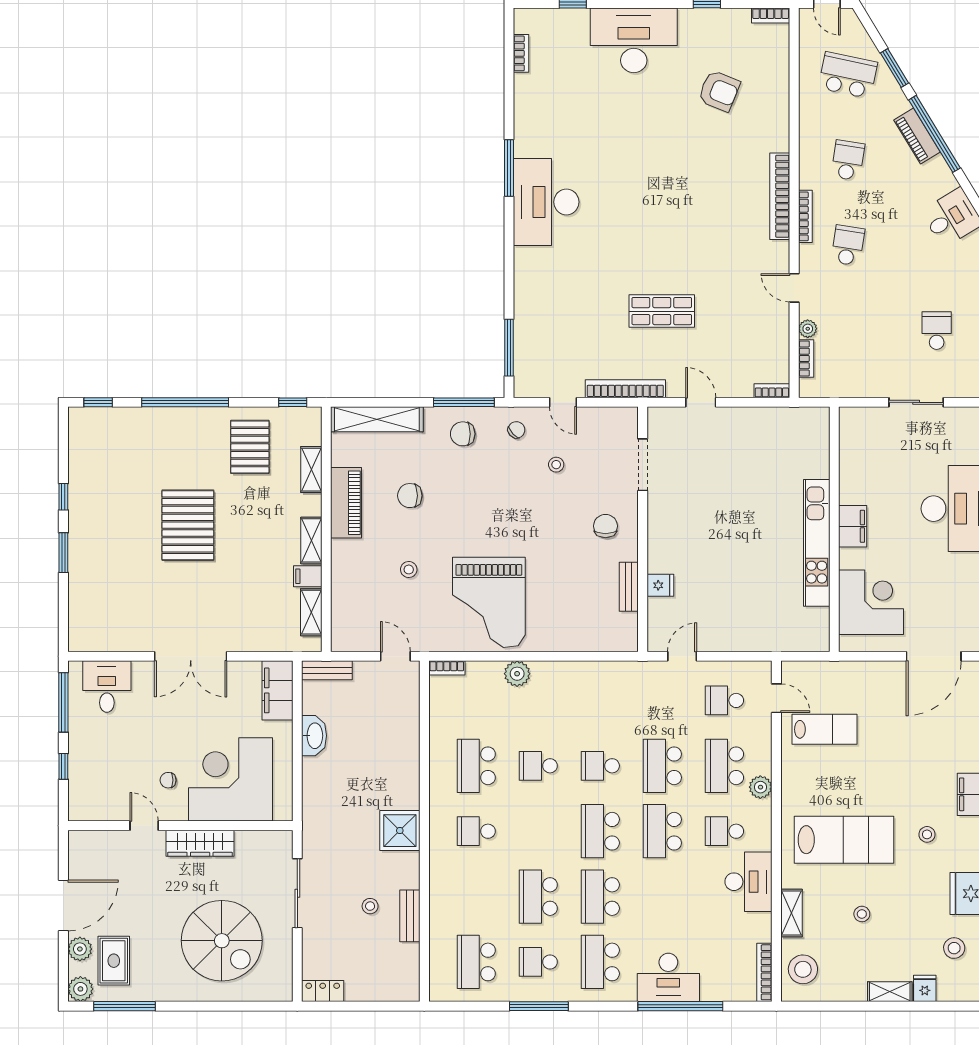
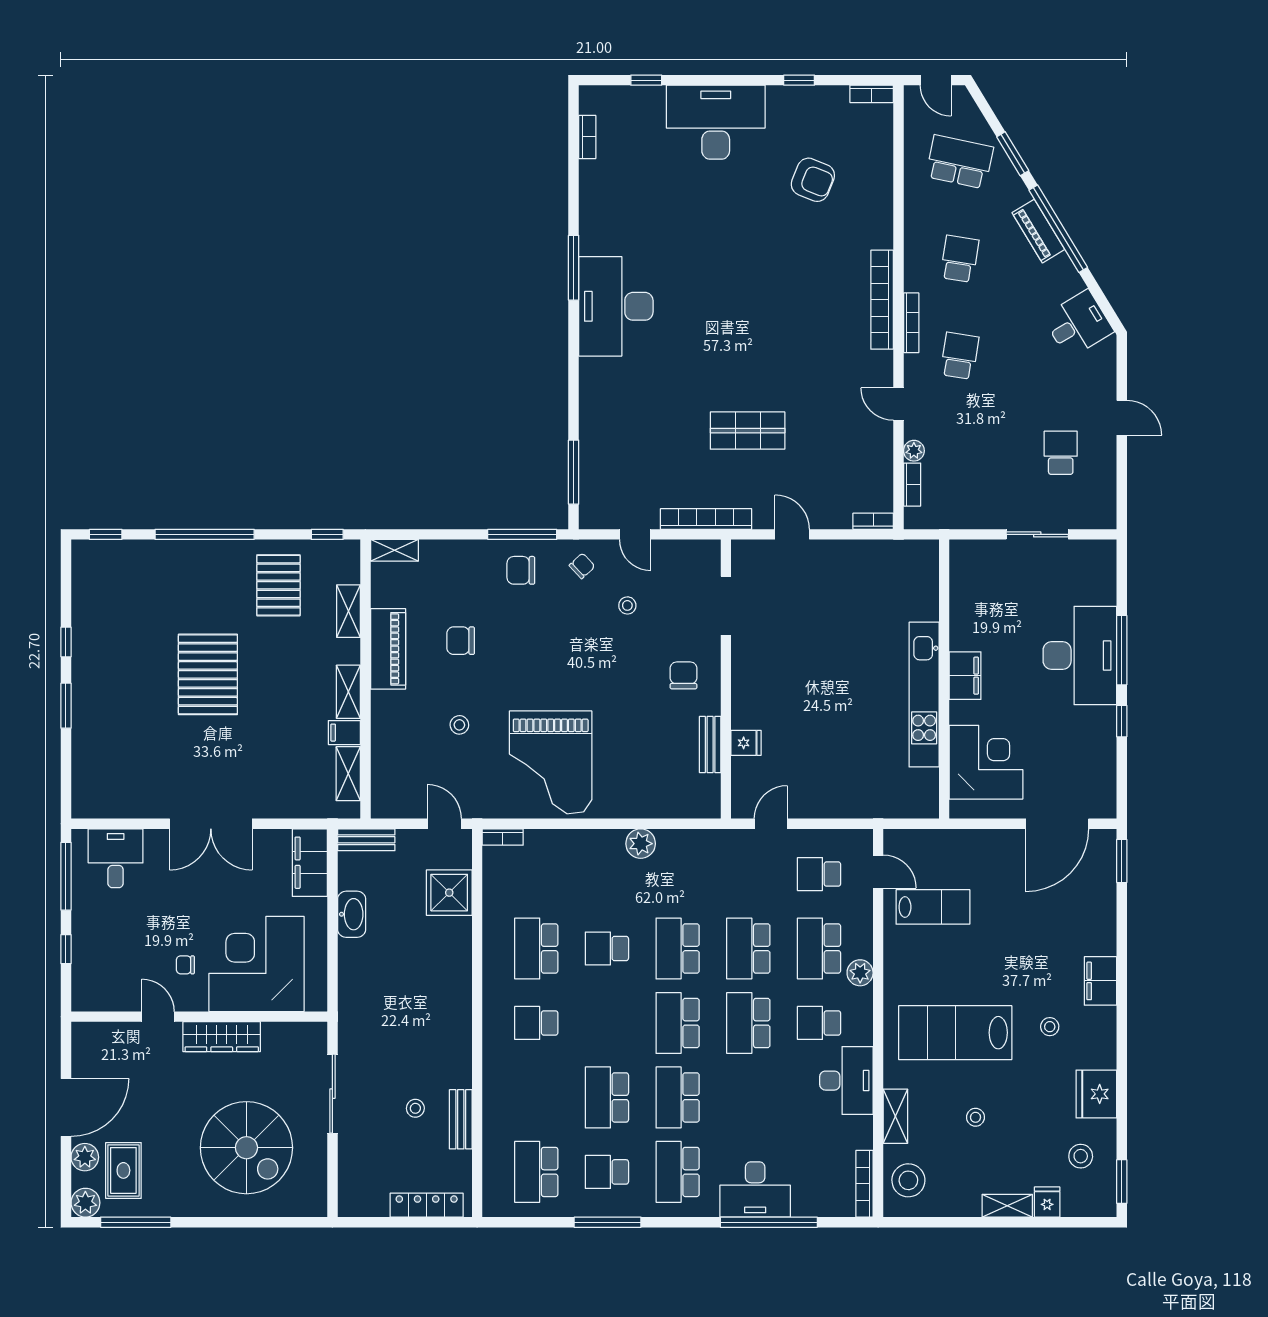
shelving: (377, 419) -> (394, 550), width x0.45, depth x0.75
plant: (517, 674) -> (641, 844), moved
school desk: (600, 766) -> (678, 948), width x1.85
shower: (400, 831) -> (449, 893), moved
lab bench: (844, 840) -> (955, 1033), turned 180
locker: (323, 991) -> (427, 1205), moved, width x1.53

